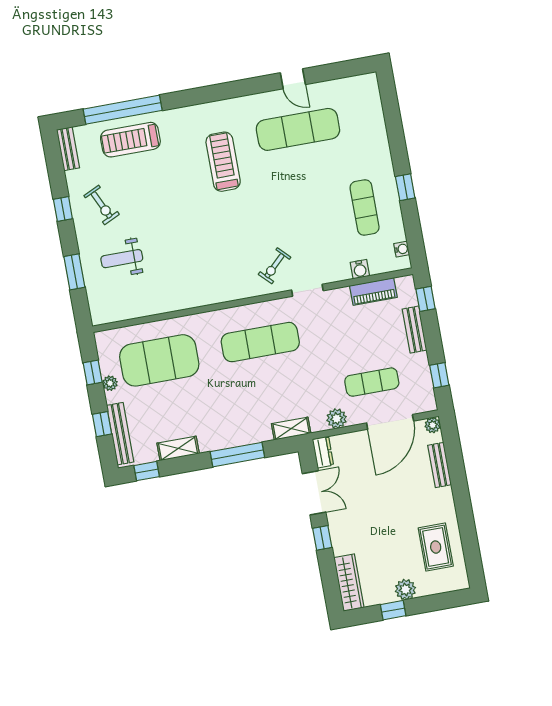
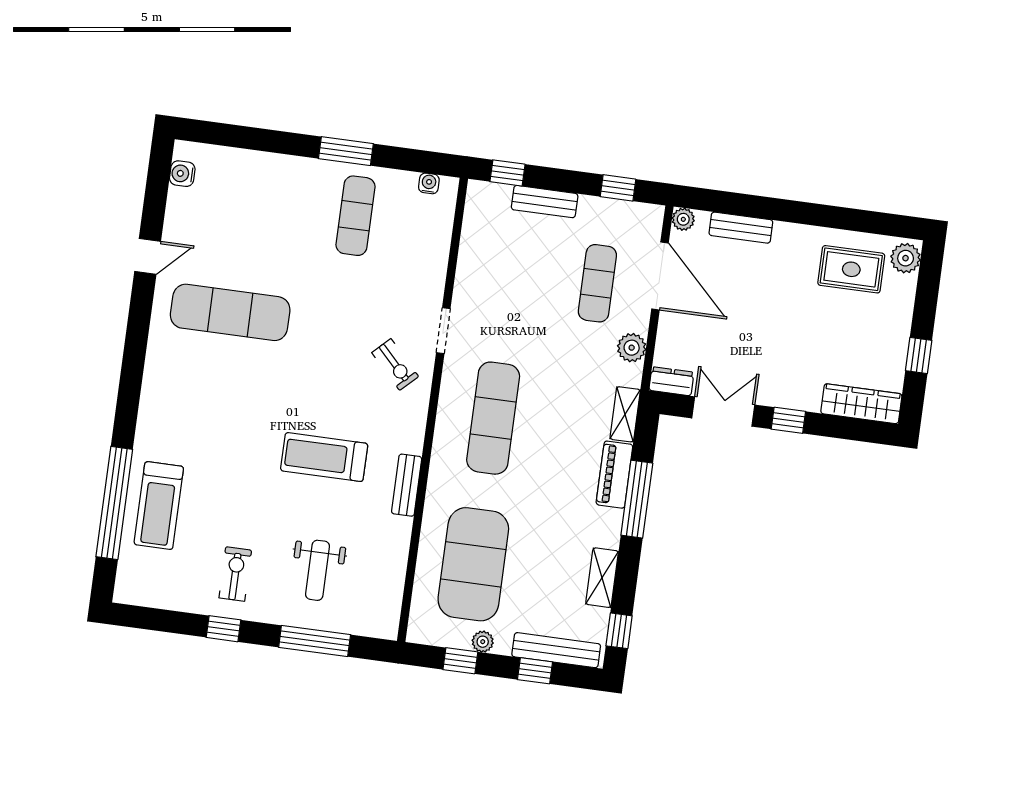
exercise mat: (298, 129) -> (230, 312), moved, turned 90
bench: (68, 149) -> (407, 485), moved, turned 90
treadmill: (223, 162) -> (324, 457), moved
window: (405, 187) -> (346, 151), width x1.50
exercise bike: (102, 205) -> (235, 574), turned -65
exercise mat: (365, 207) -> (355, 216), turned 90
water cooler: (360, 269) -> (182, 174), moved, turned 180
window: (74, 272) -> (315, 641), width x1.44
piano: (373, 291) -> (614, 475), moved, turned 180
plant: (405, 589) -> (906, 258), moved

